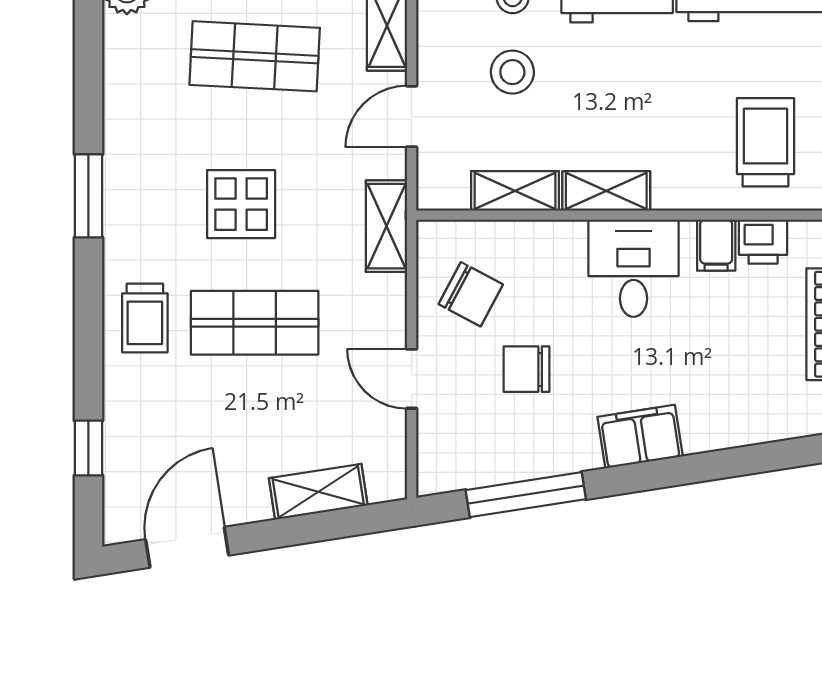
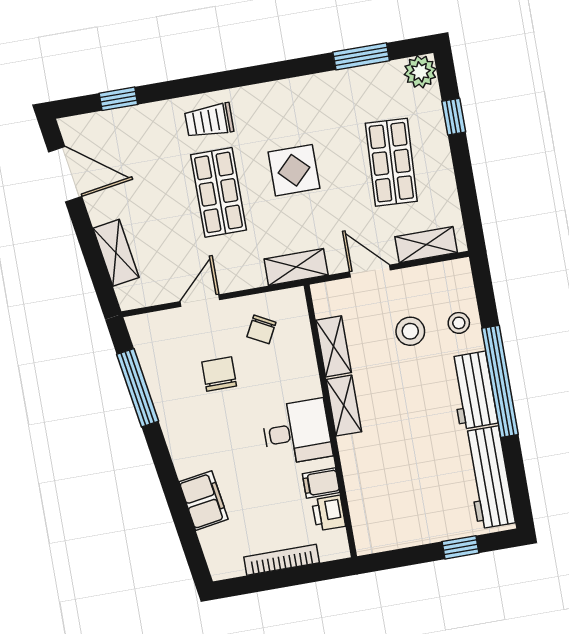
trolley: (765, 142) -> (393, 503), removed
window: (88, 196) -> (361, 56), moved
chair: (471, 294) -> (261, 329), width x0.73, depth x0.73
filing cabinet: (640, 437) -> (204, 501), moved

